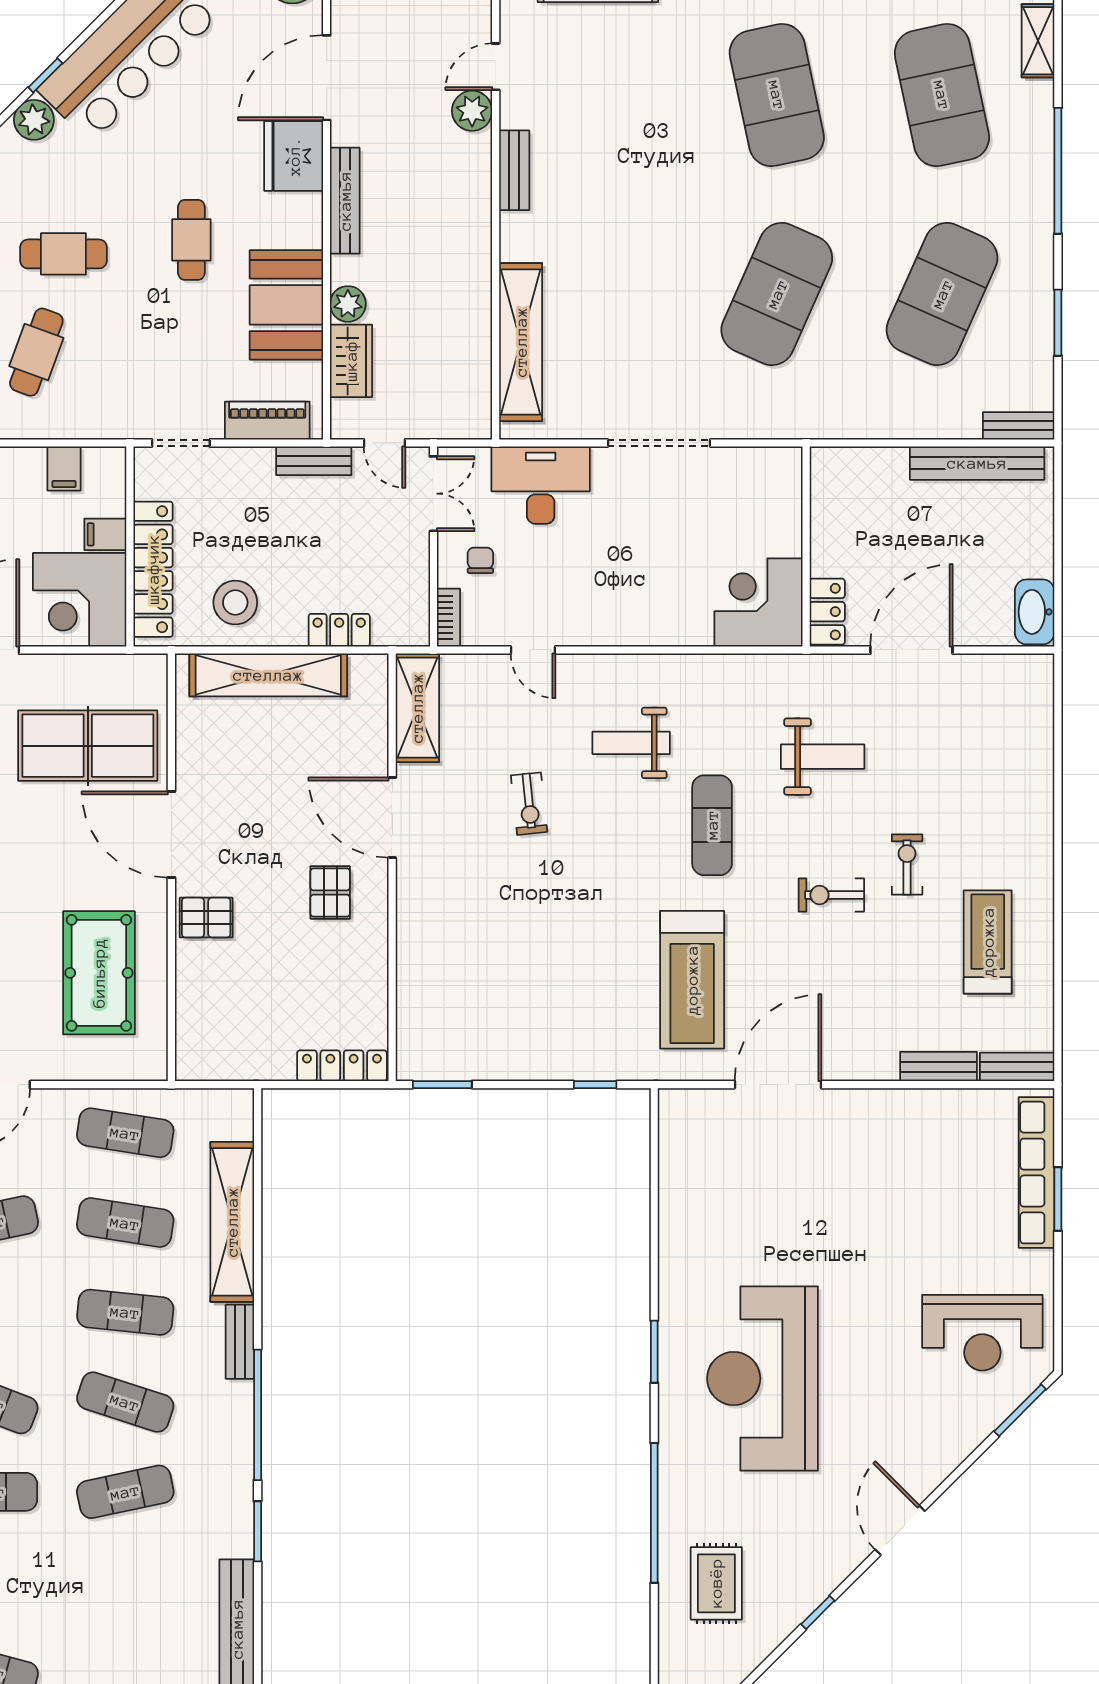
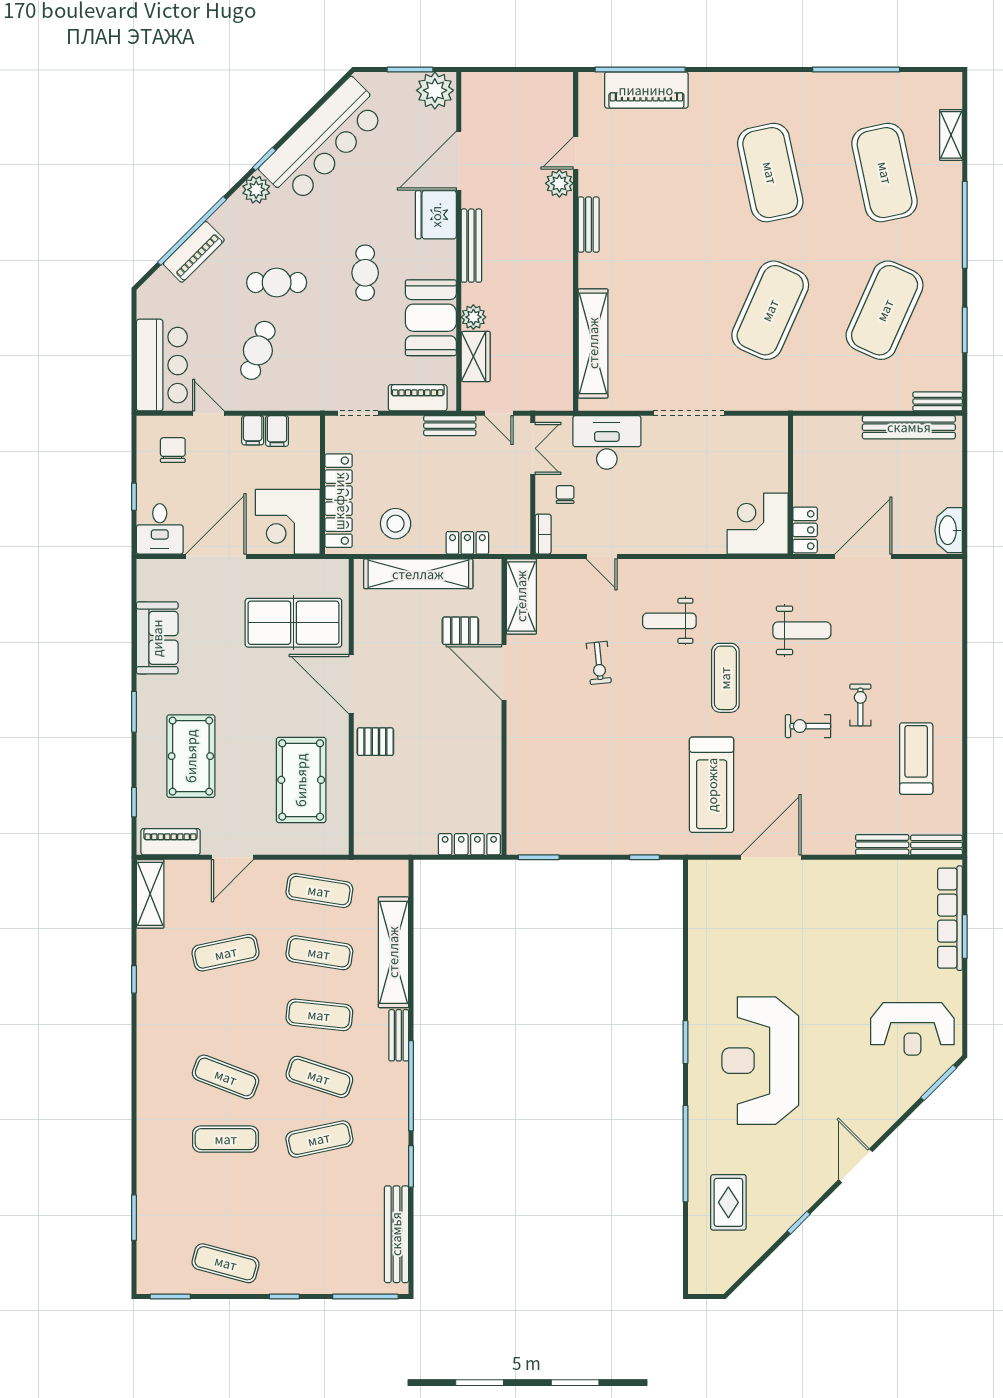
filing cabinet: (105, 534) -> (253, 430), moved, turned -90
pallet: (330, 892) -> (460, 631), moved, turned 90

